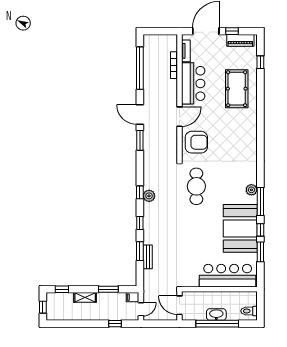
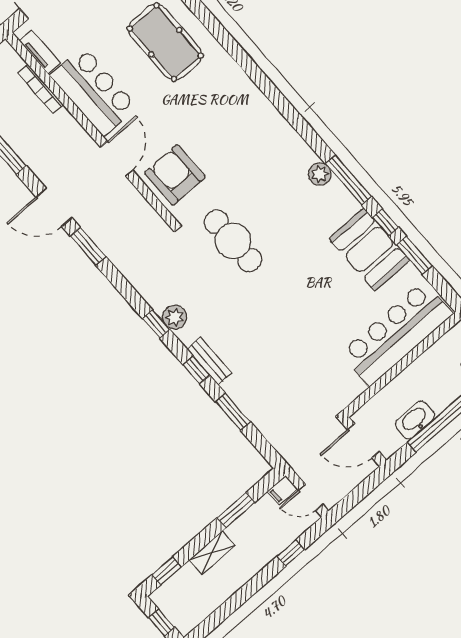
armchair: (196, 142) -> (175, 175), turned -90
booth: (240, 228) -> (369, 249), width x0.73, depth x0.70
bench: (148, 257) -> (209, 361), moved
door: (141, 309) -> (311, 497), swing flipped
washbasin: (216, 315) -> (415, 420), moved

